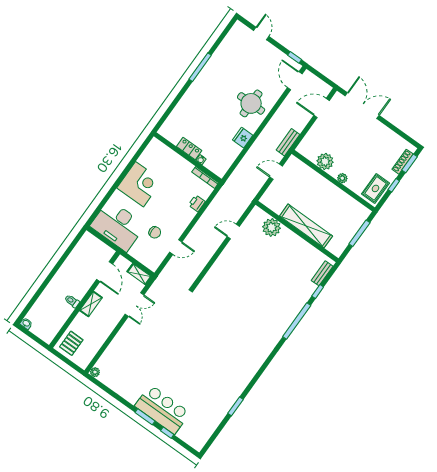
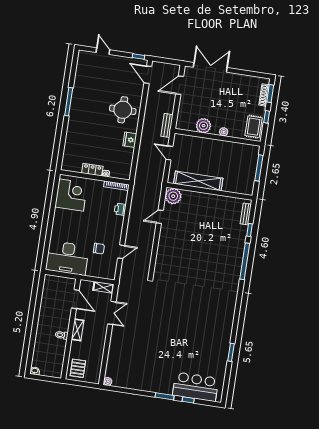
door: (276, 172) -> (169, 153), hinge flipped
corner desk: (140, 184) -> (71, 195), moved
shelving: (306, 226) -> (198, 181), moved
plant: (272, 227) -> (173, 196), moved
bar counter: (162, 409) -> (196, 387), moved

